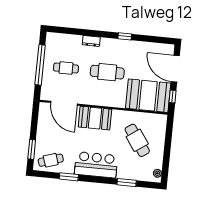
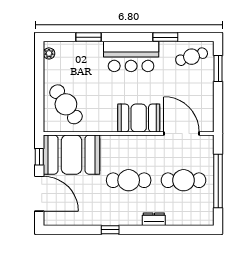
cafe table: (66, 68) -> (183, 180), width x1.37, depth x1.35
cafe table: (137, 140) -> (66, 104), moved

